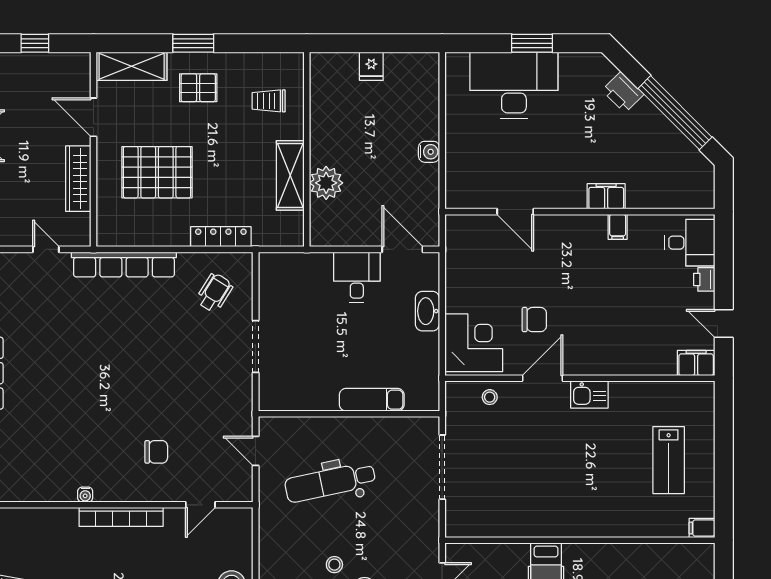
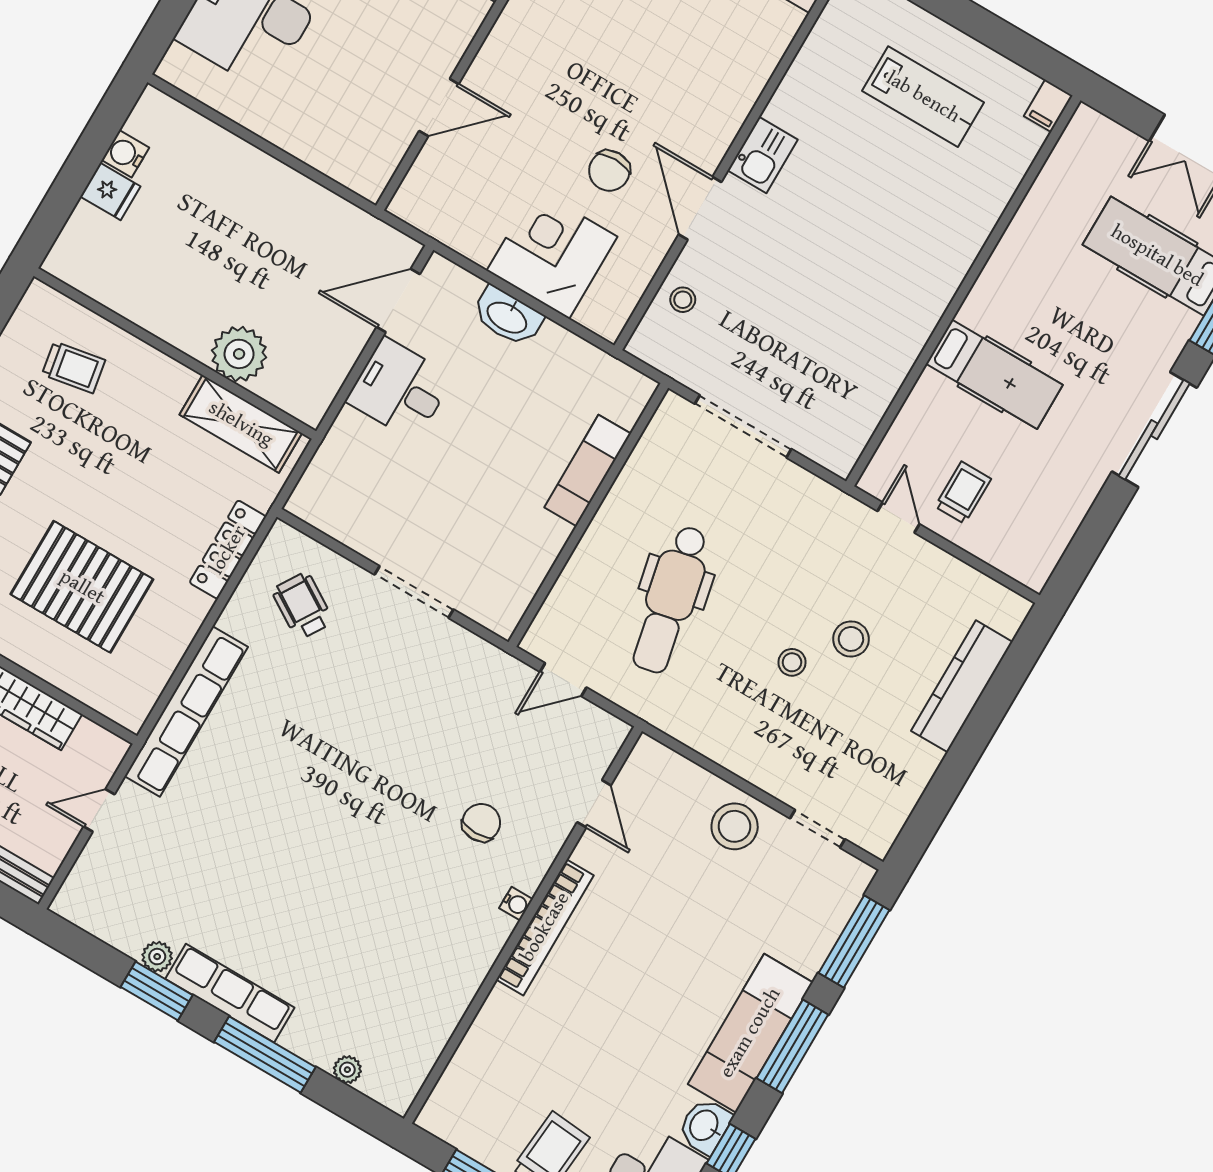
trolley: (269, 101) -> (74, 367), turned -100
water cooler: (429, 152) -> (125, 154), moved, turned -90
pallet: (157, 172) -> (82, 587), turned 90
shelving: (290, 175) -> (241, 424), moved
chair: (534, 320) -> (609, 171), turned 180
corner desk: (474, 343) -> (552, 254), moved
water cooler: (85, 495) -> (516, 904), moved

